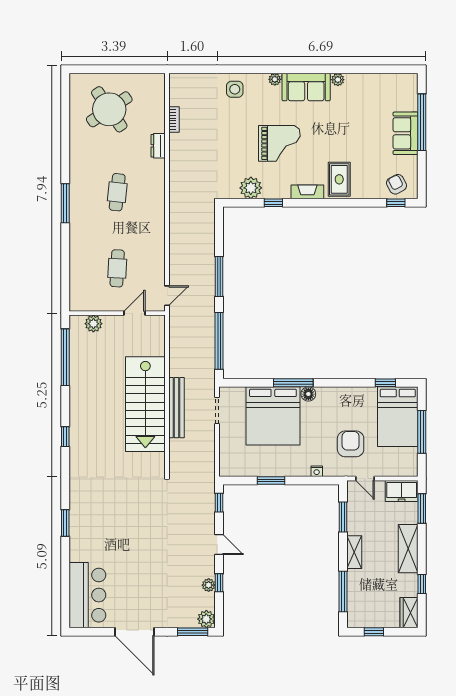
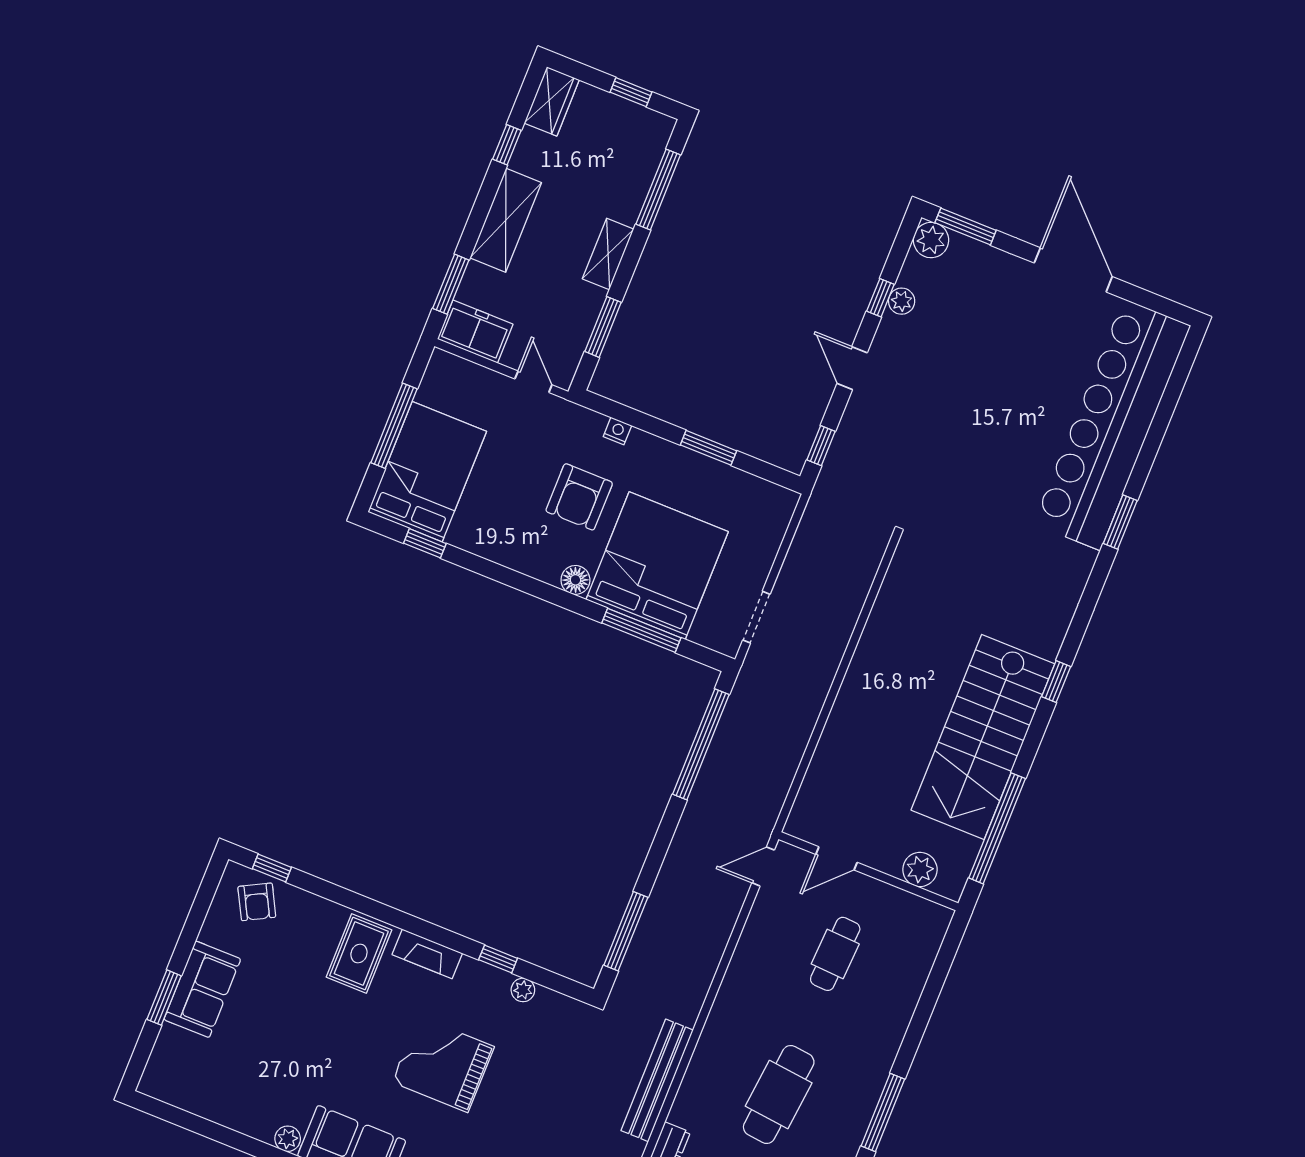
window: (422, 122) -> (164, 998), width x0.47
plant: (251, 188) -> (523, 990), width x0.53, depth x0.53
cafe table: (117, 192) -> (779, 1094), width x1.37, depth x1.35
window: (219, 276) -> (626, 931), moved
window: (293, 383) -> (641, 630), moved
stairs: (145, 404) -> (983, 737), moved, turned 180
bench: (176, 408) -> (657, 1080), moved
armchair: (351, 444) -> (579, 497), moved
bar counter: (87, 595) -> (1112, 425), width x1.86

